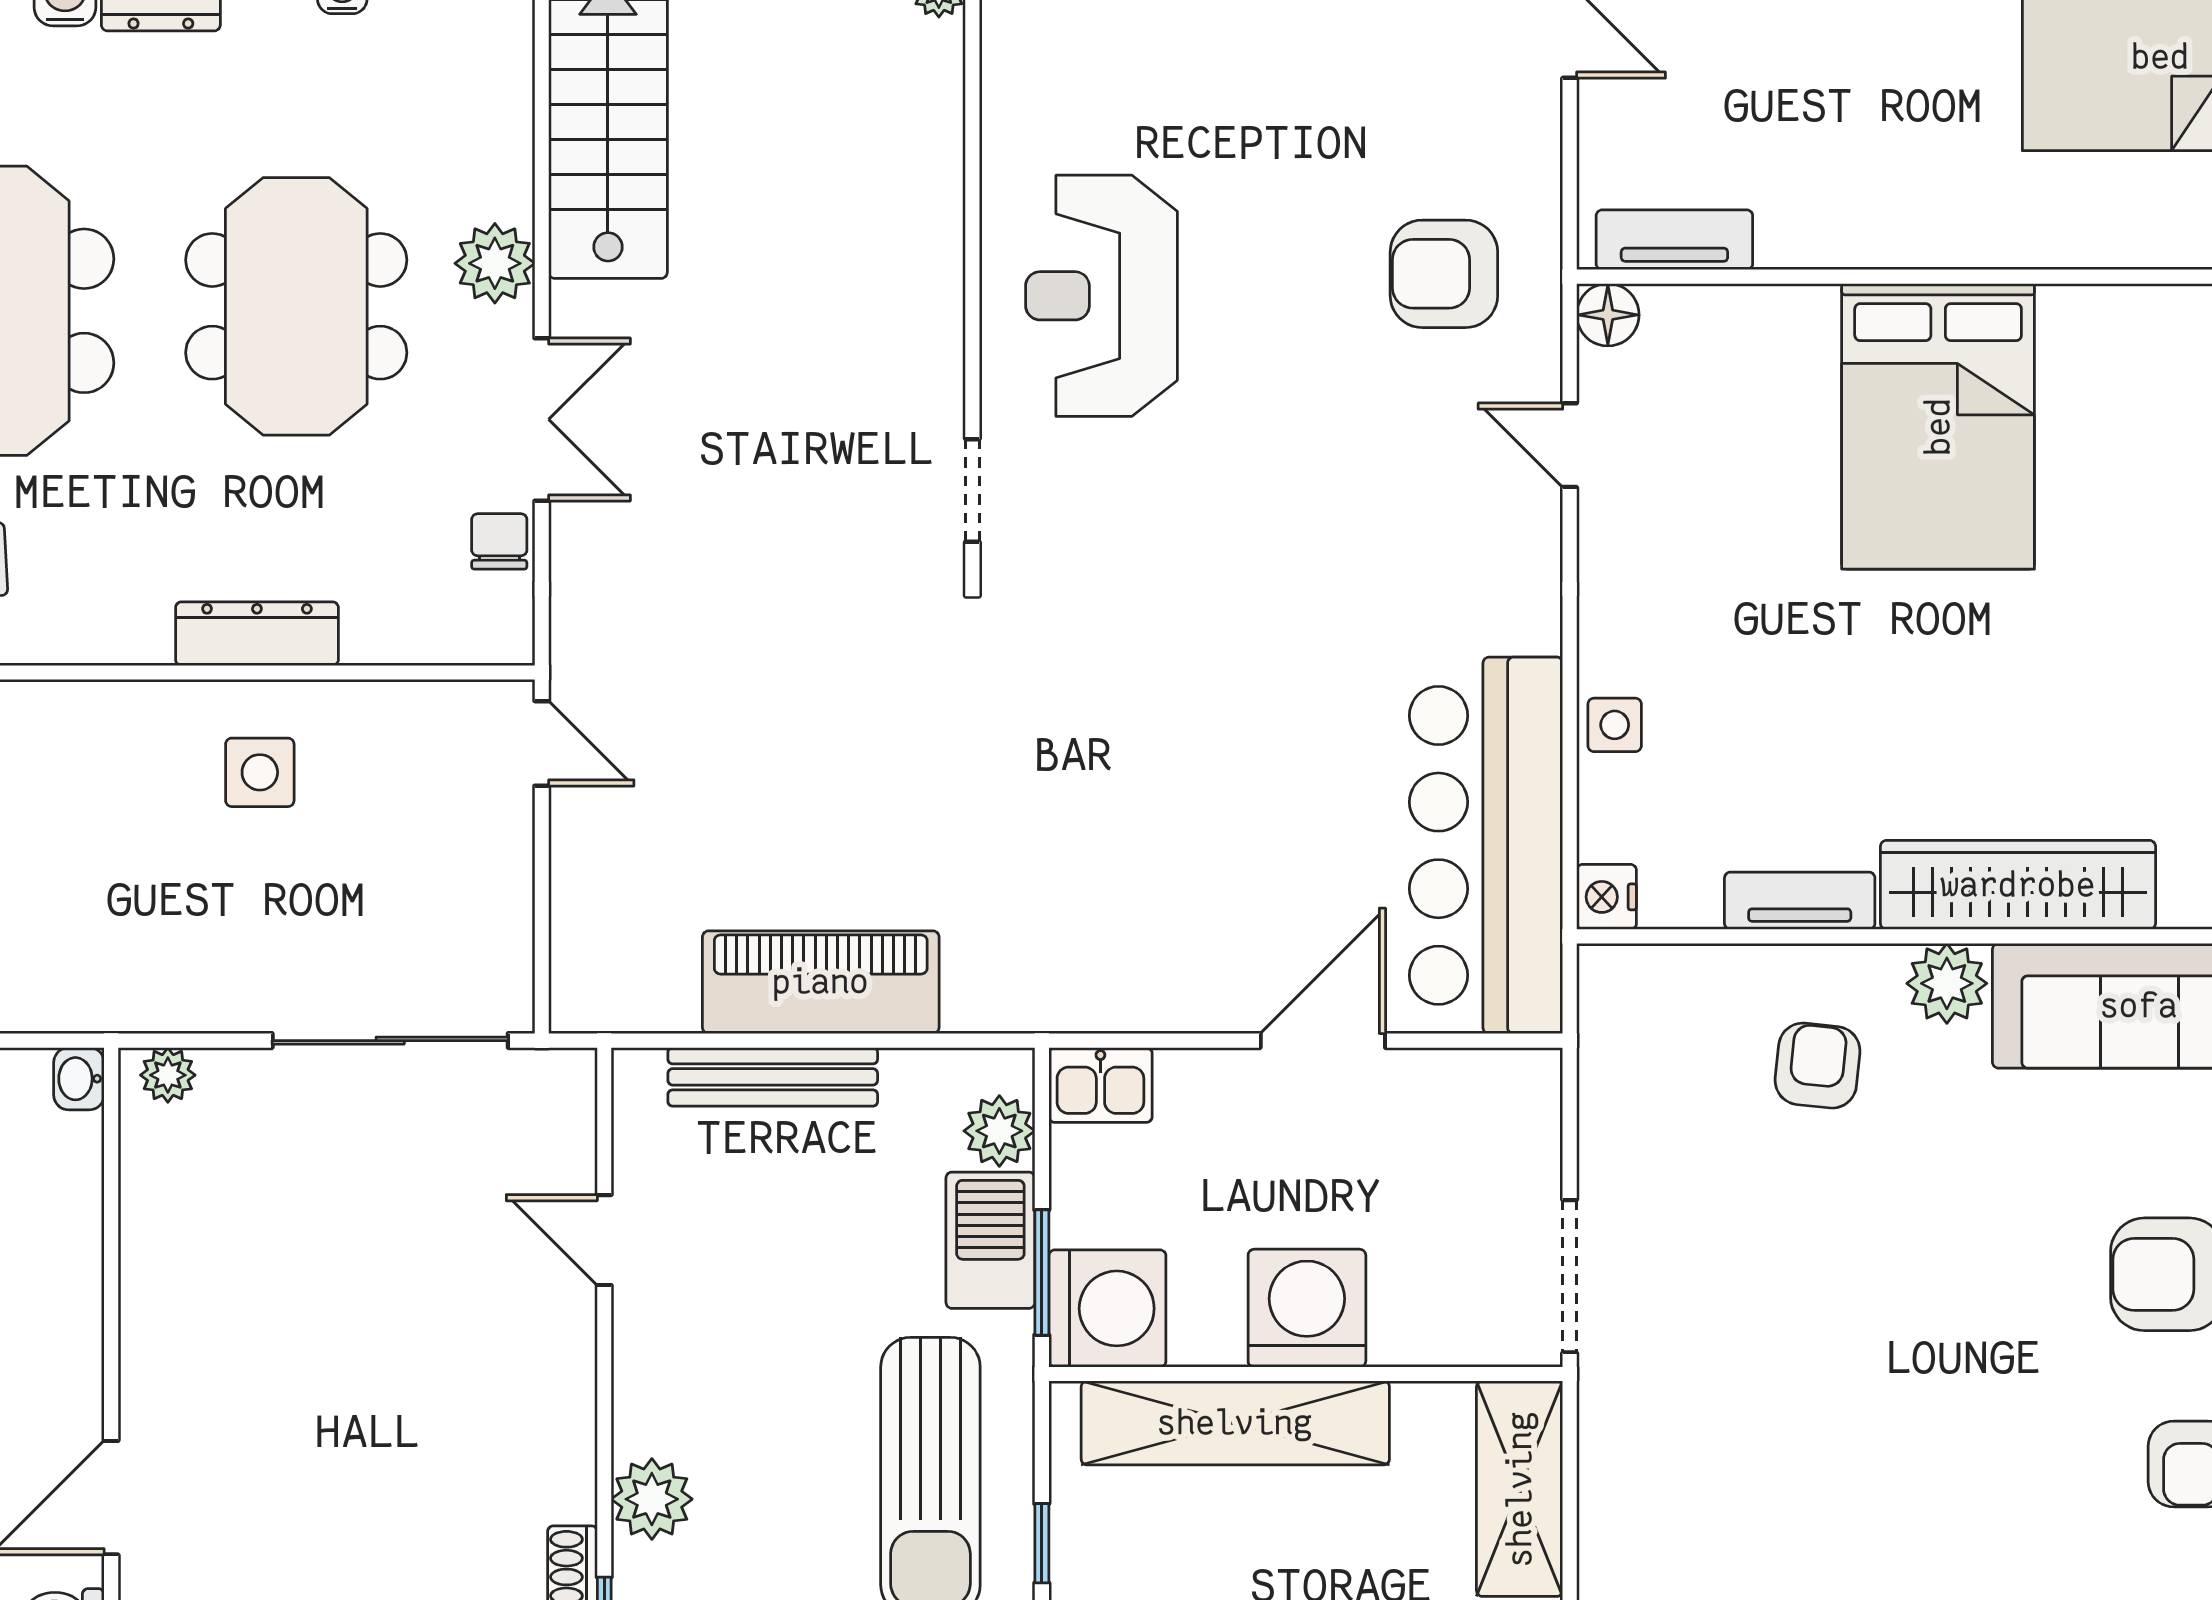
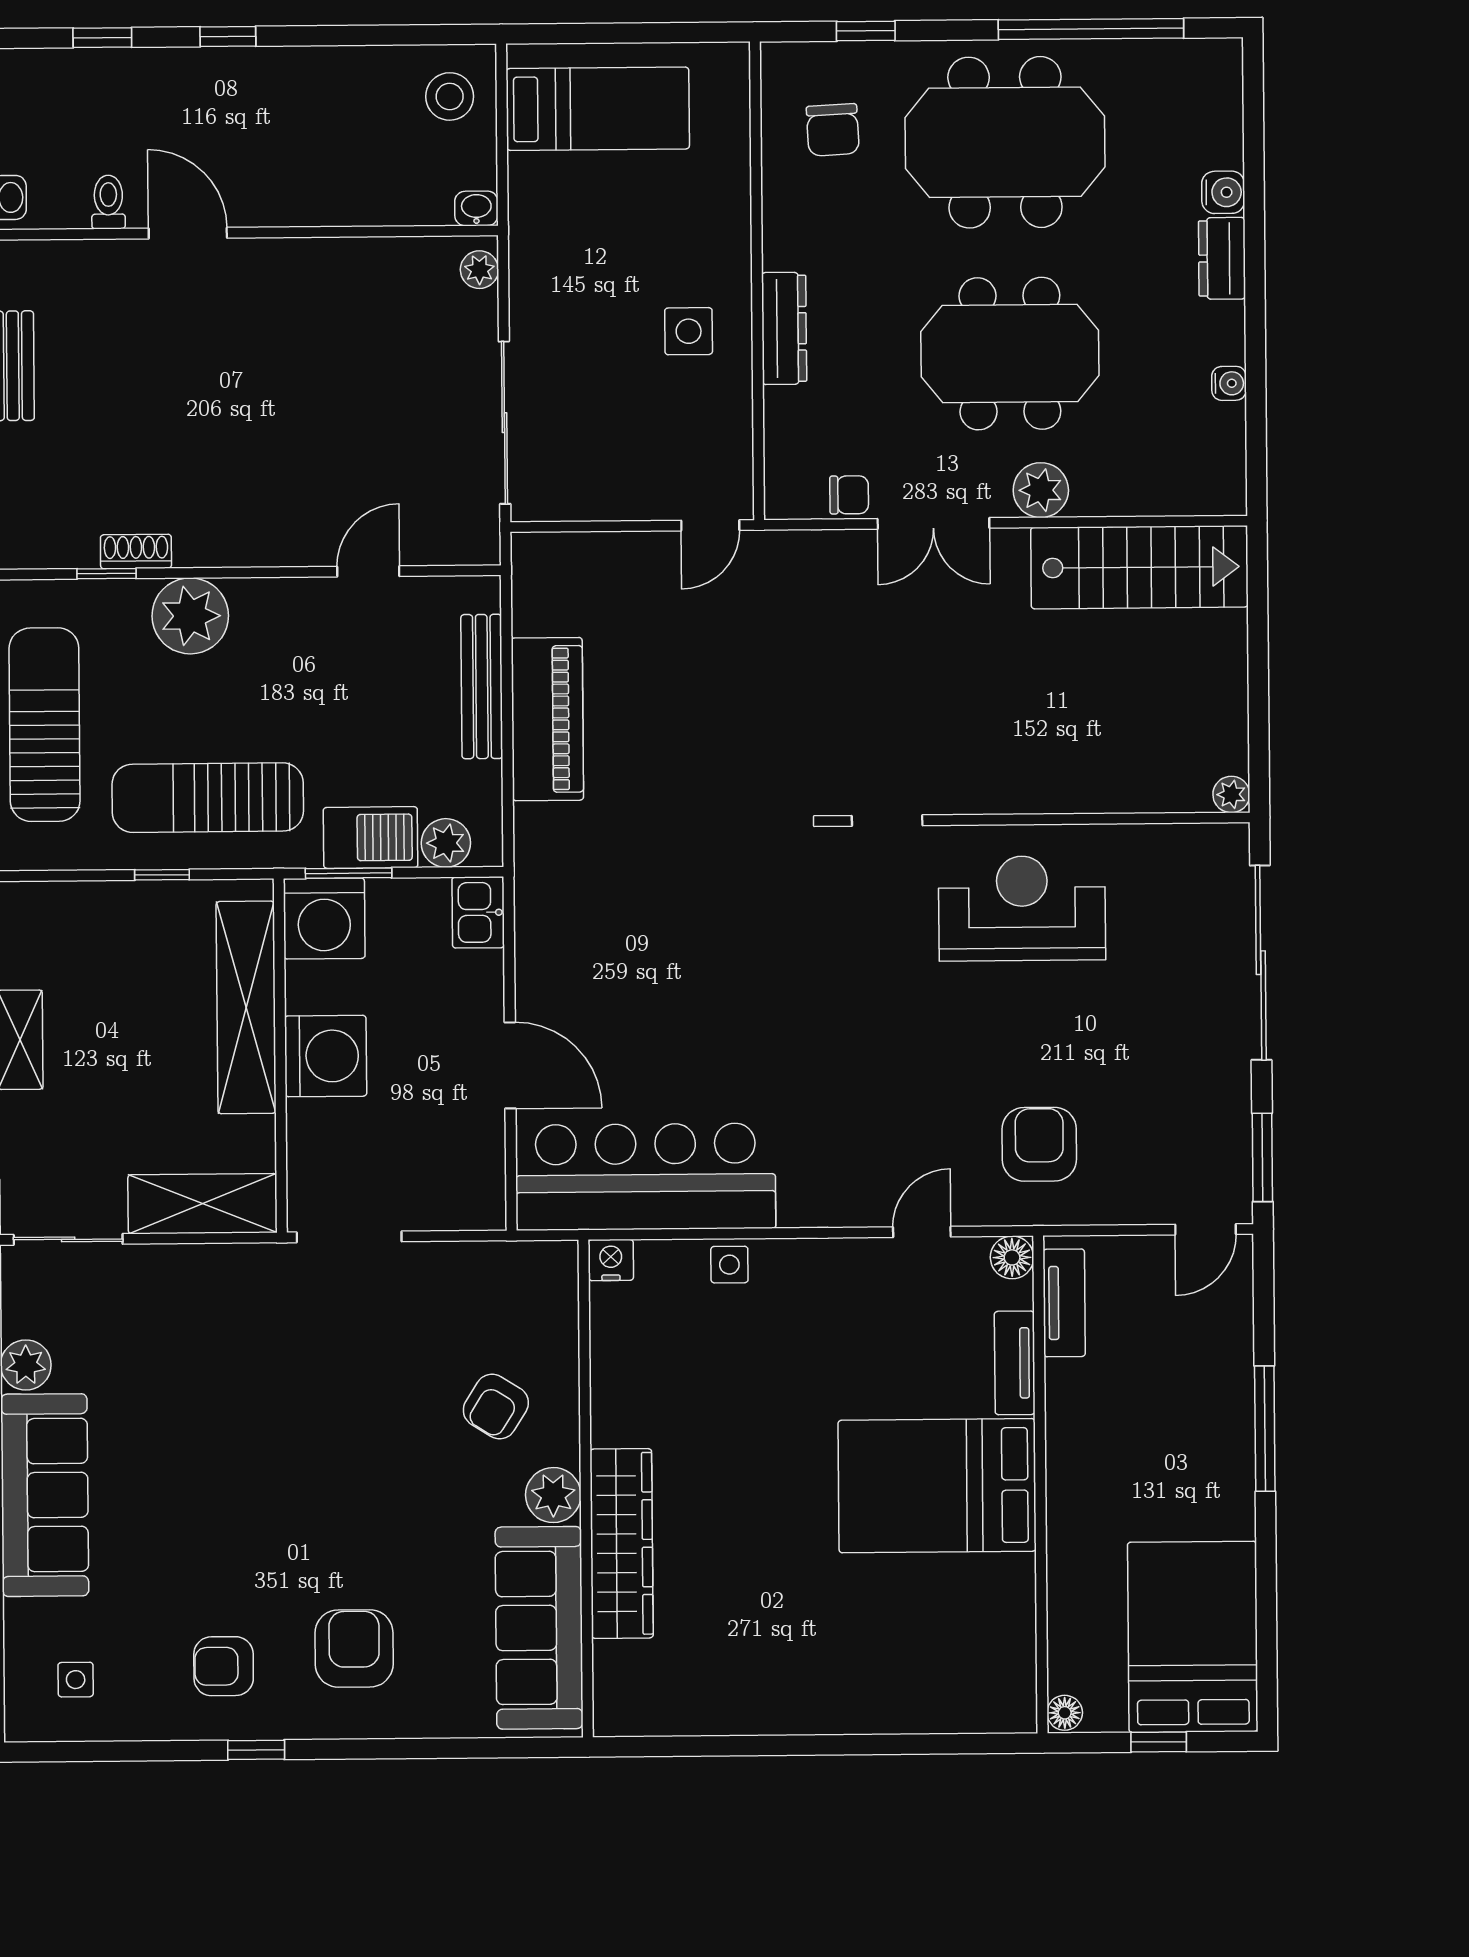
tv unit: (1800, 901) -> (1015, 1363), moved, turned 180
armchair: (1818, 1066) -> (496, 1406), turned 116
plant: (652, 1499) -> (190, 616), width x1.36, depth x1.36

